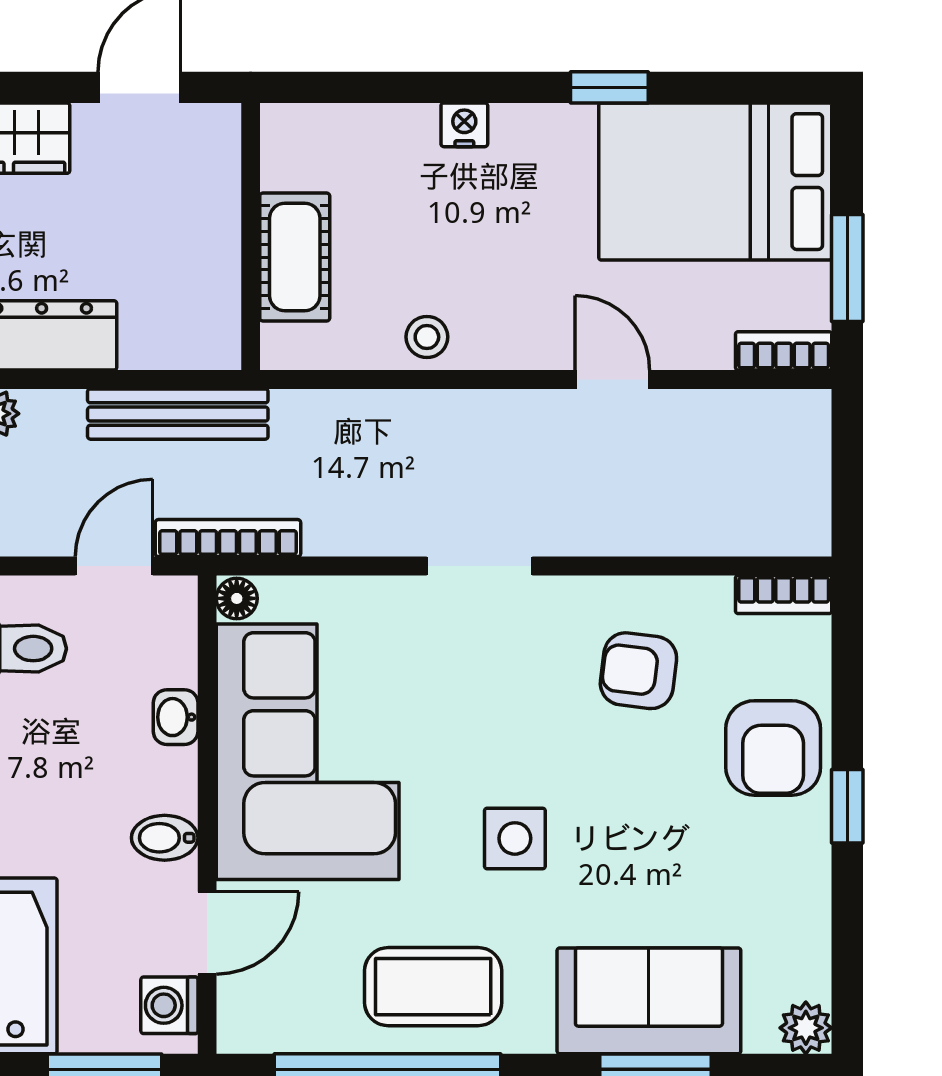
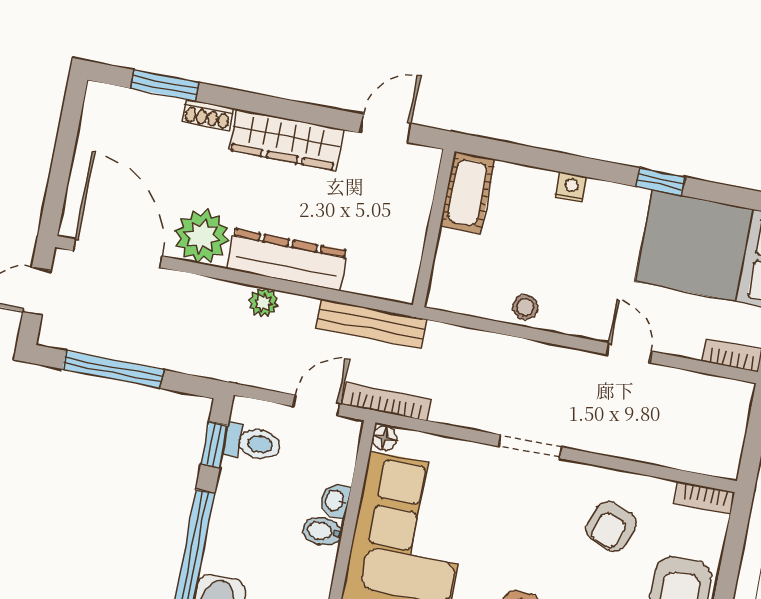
cot: (295, 257) -> (467, 192), moved
armchair: (638, 671) -> (611, 526), turned -77
bidet: (165, 838) -> (323, 531), moved

